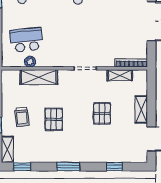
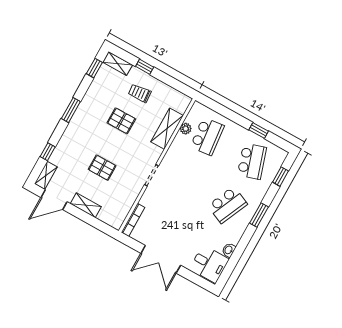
shelving: (120, 75) -> (46, 175), moved

